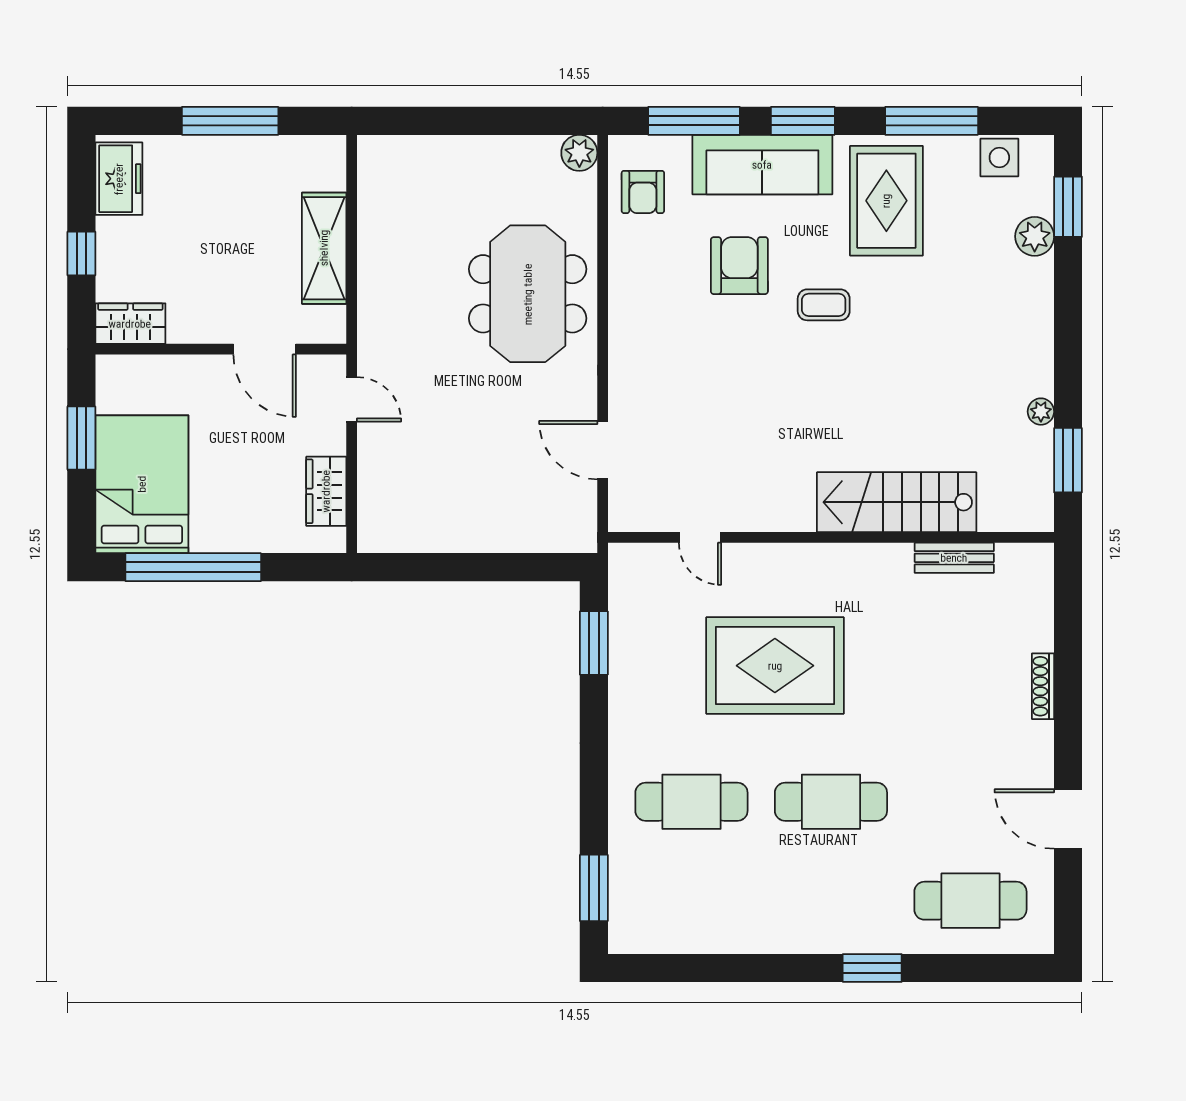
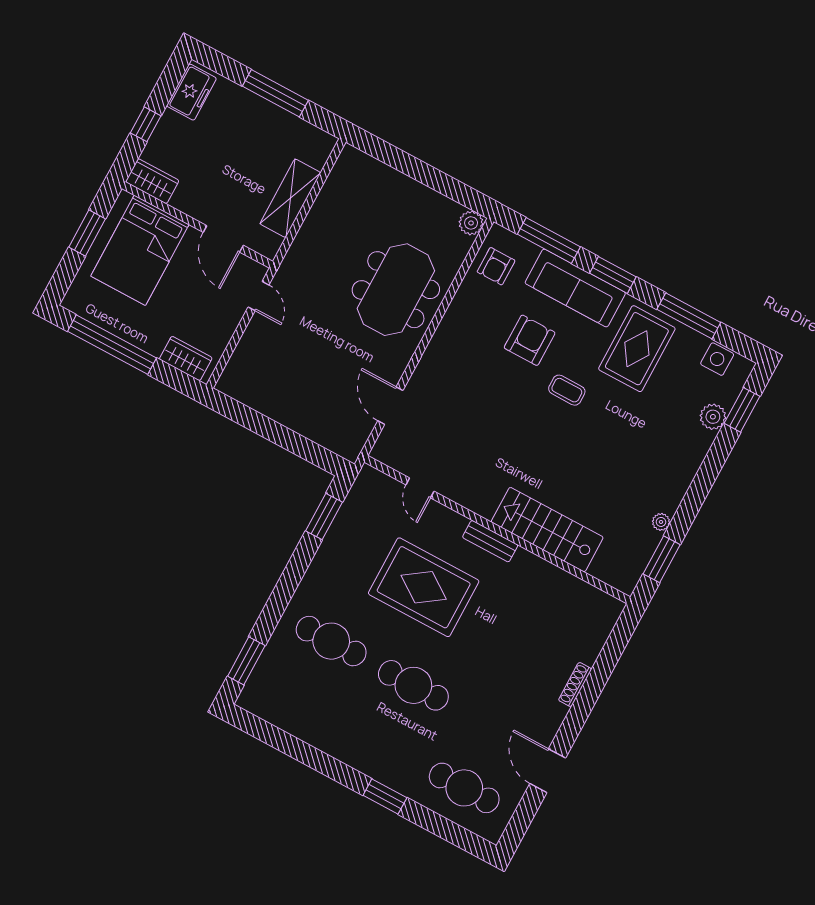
bed: (142, 484) -> (140, 250), moved, turned 180
wardrobe: (326, 491) -> (186, 358), moved, turned 90
bench: (954, 558) -> (490, 541), moved

